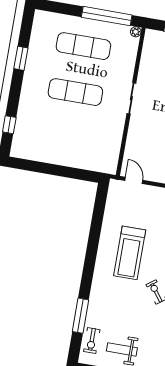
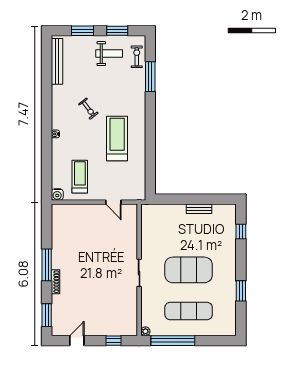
exercise mat: (75, 92) -> (189, 270), width x1.47
bench: (52, 158) -> (199, 209), added
door: (134, 180) -> (113, 202), moved

